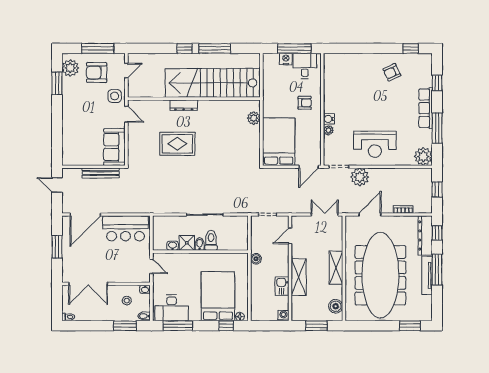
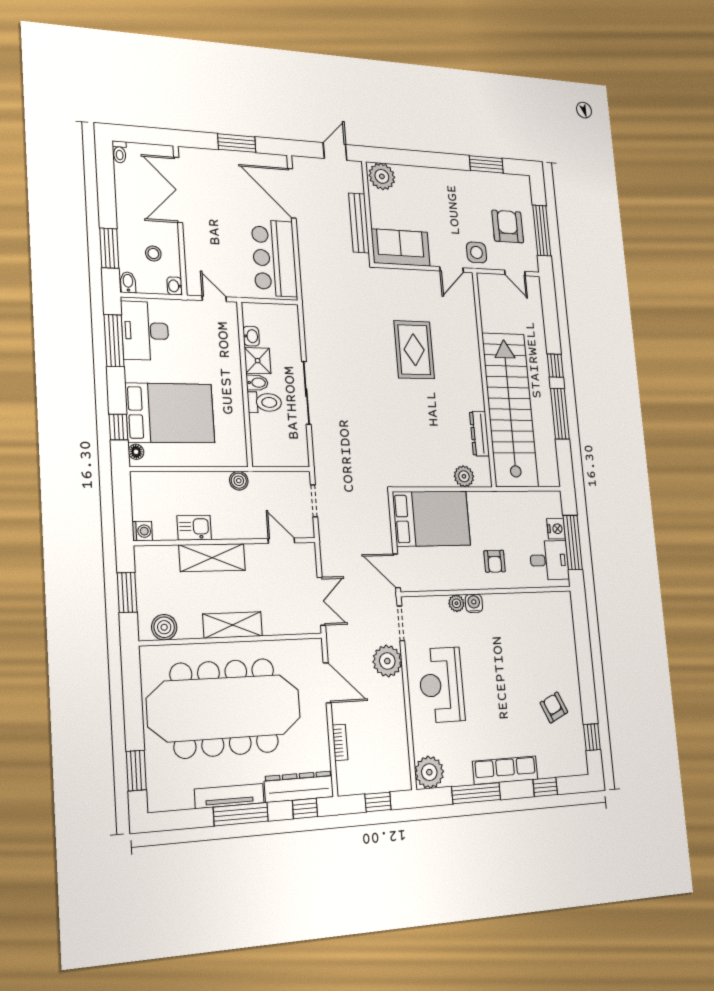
plant: (70, 68) -> (382, 176), moved
dresser: (184, 105) -> (480, 434), moved
door: (151, 266) -> (214, 299), swing flipped

